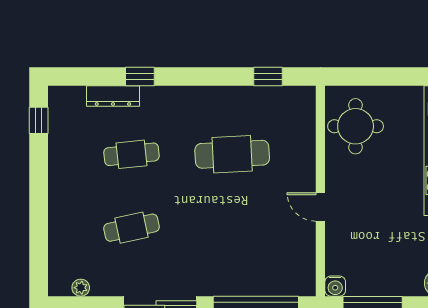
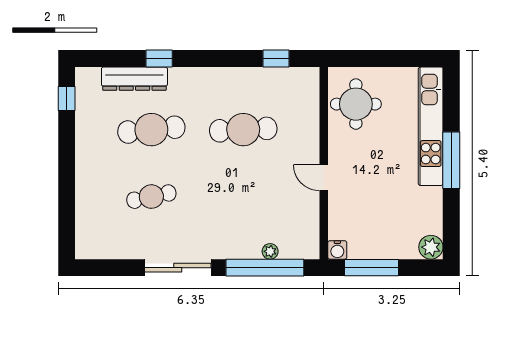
dresser: (113, 96) -> (134, 79), width x1.37, depth x1.24
cafe table: (131, 154) -> (151, 130), width x1.37, depth x1.35
plant: (81, 288) -> (270, 251), moved

